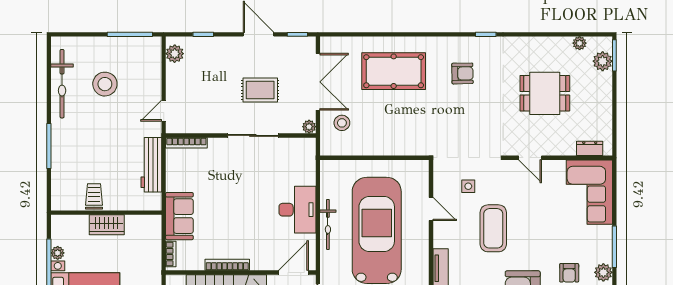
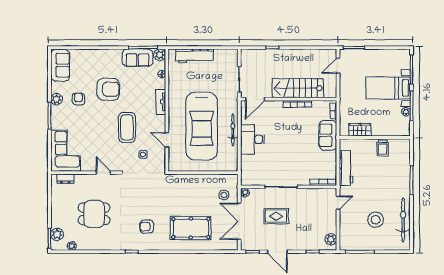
wardrobe: (107, 225) -> (360, 130), moved

